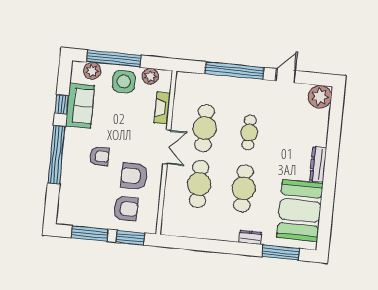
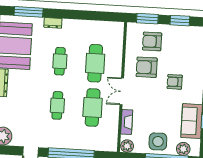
plant: (150, 76) -> (127, 146), moved
armchair: (134, 176) -> (147, 67), turned 180
cafe table: (244, 188) -> (60, 61), width x0.73, depth x0.74
window: (90, 234) -> (180, 21), width x0.69

